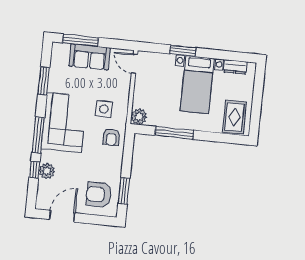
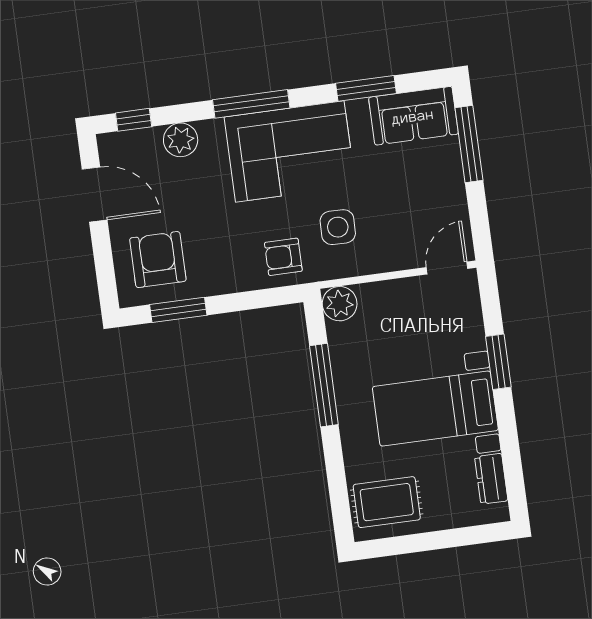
sofa: (90, 57) -> (413, 116), moved, turned -90
window: (35, 170) -> (134, 120), moved

